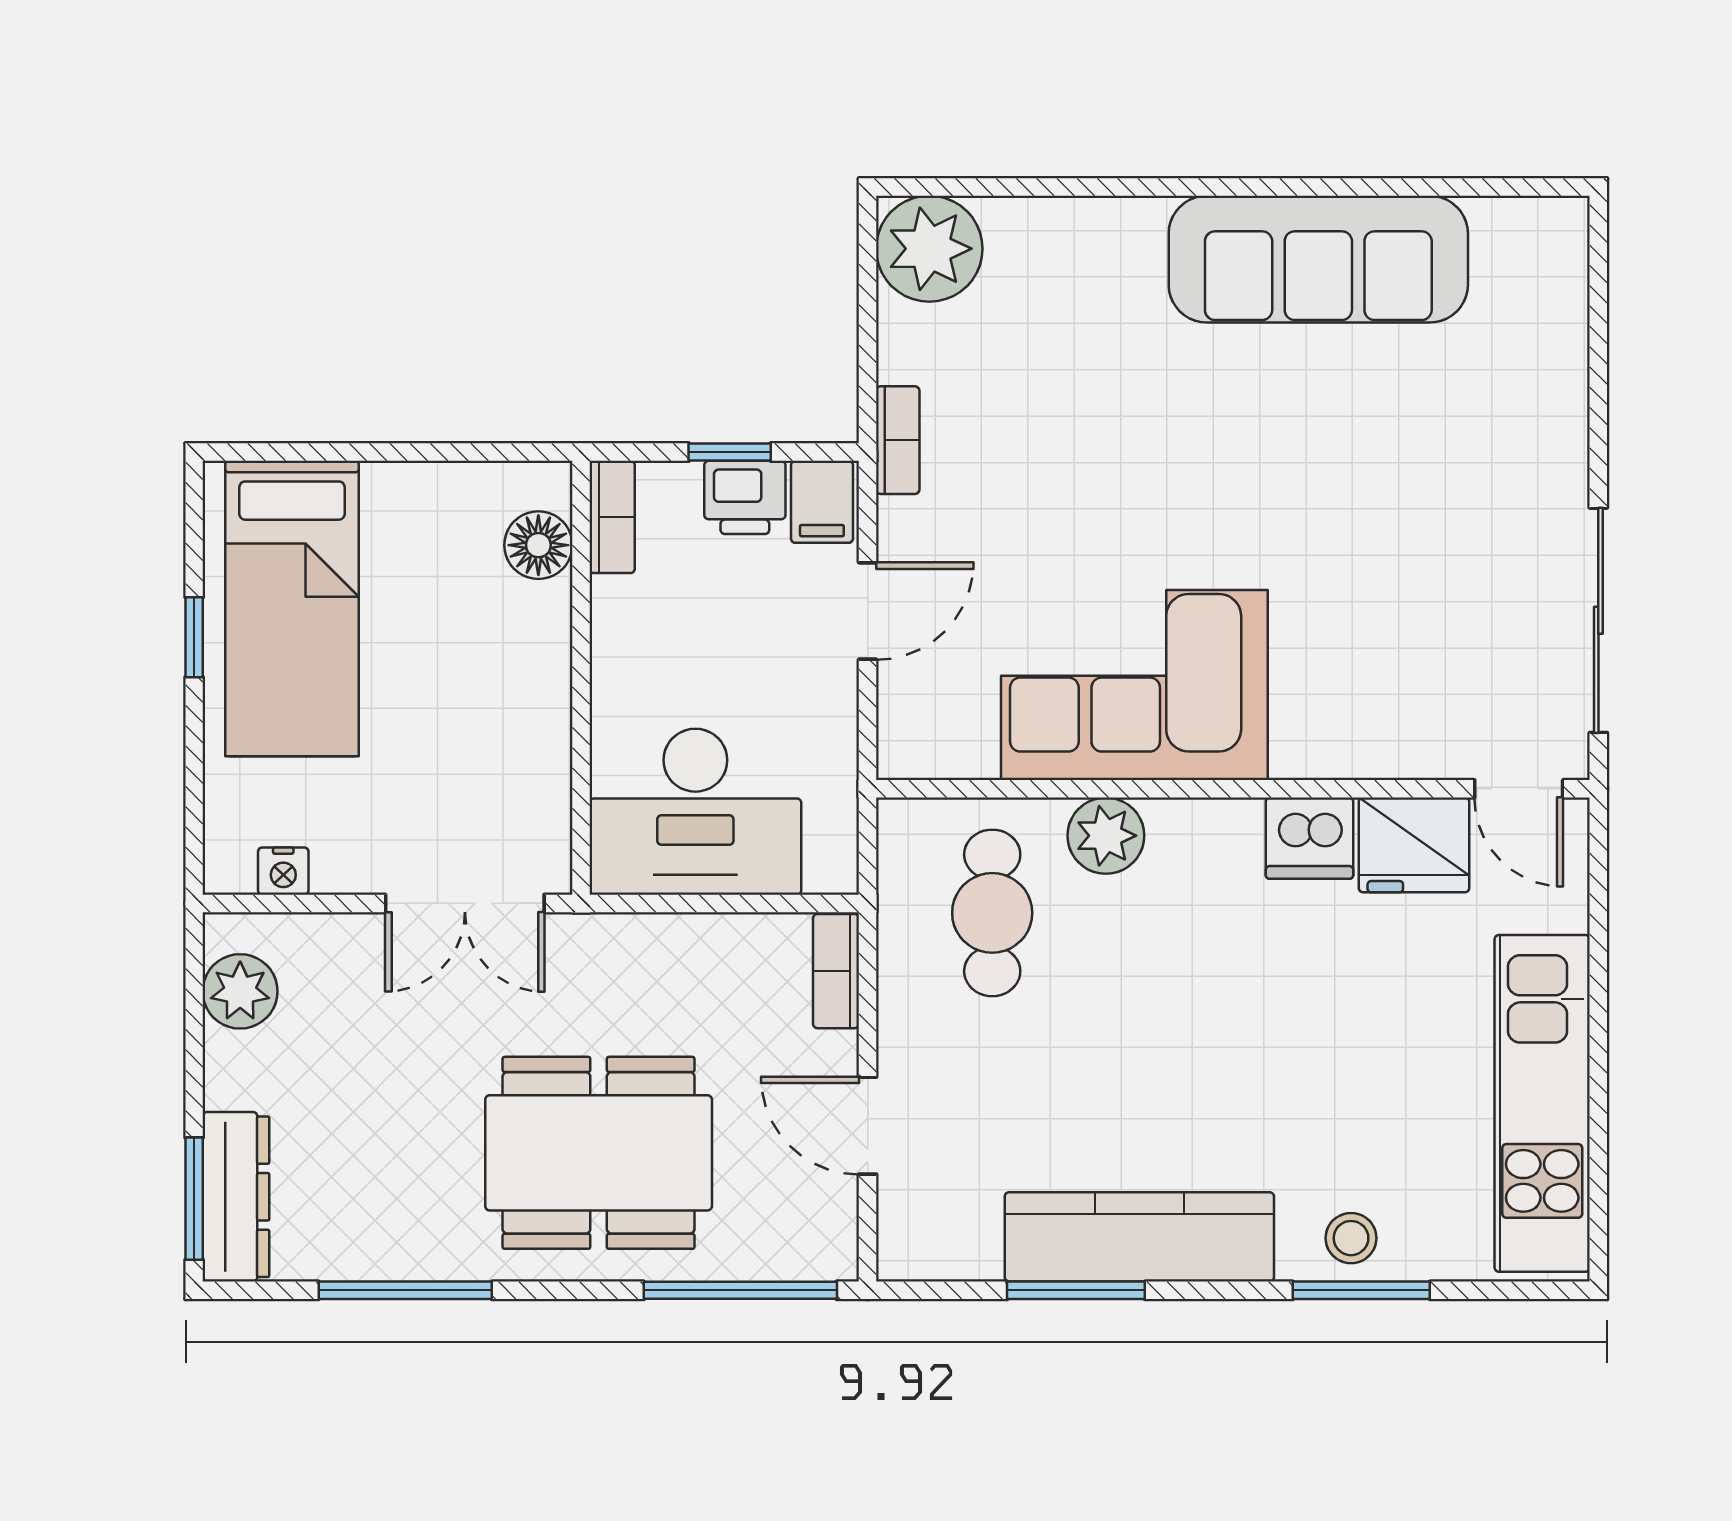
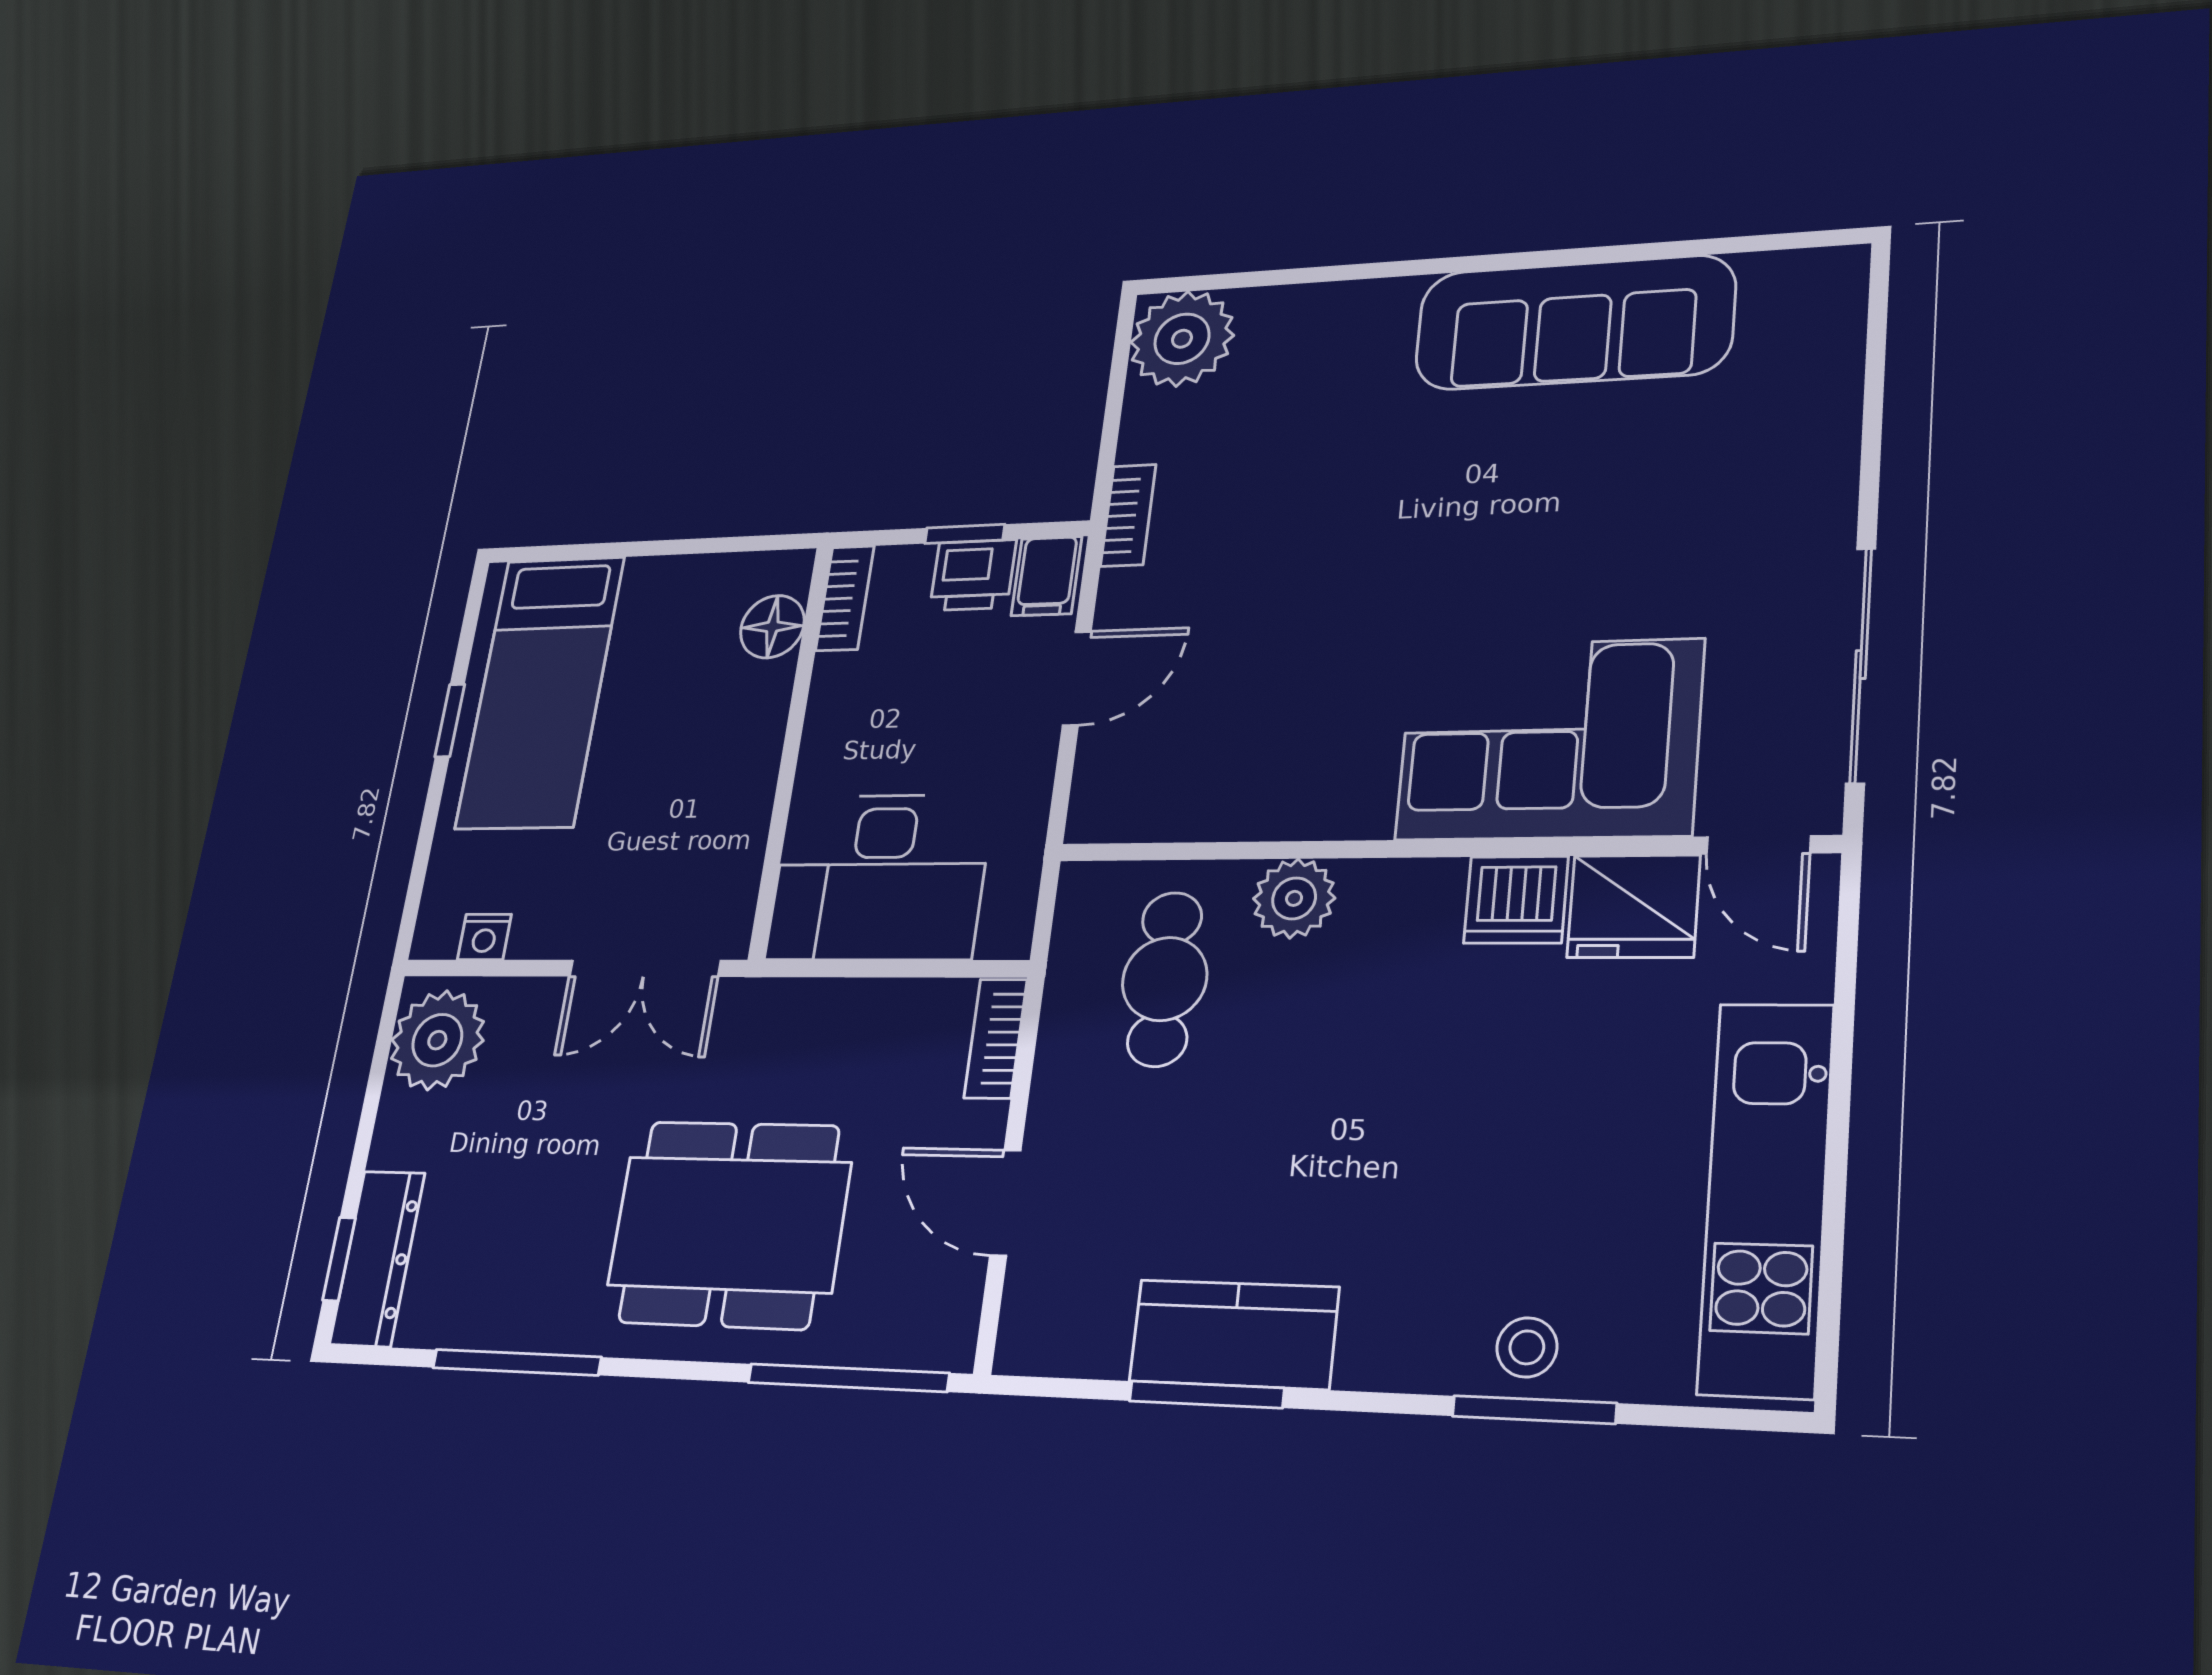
corner sofa: (1134, 685) -> (1549, 739), moved
plant: (240, 991) -> (437, 1040), width x1.36, depth x1.36
window: (194, 1199) -> (339, 1259), width x0.67
kitchen counter: (1139, 1237) -> (1234, 1334), width x0.67

